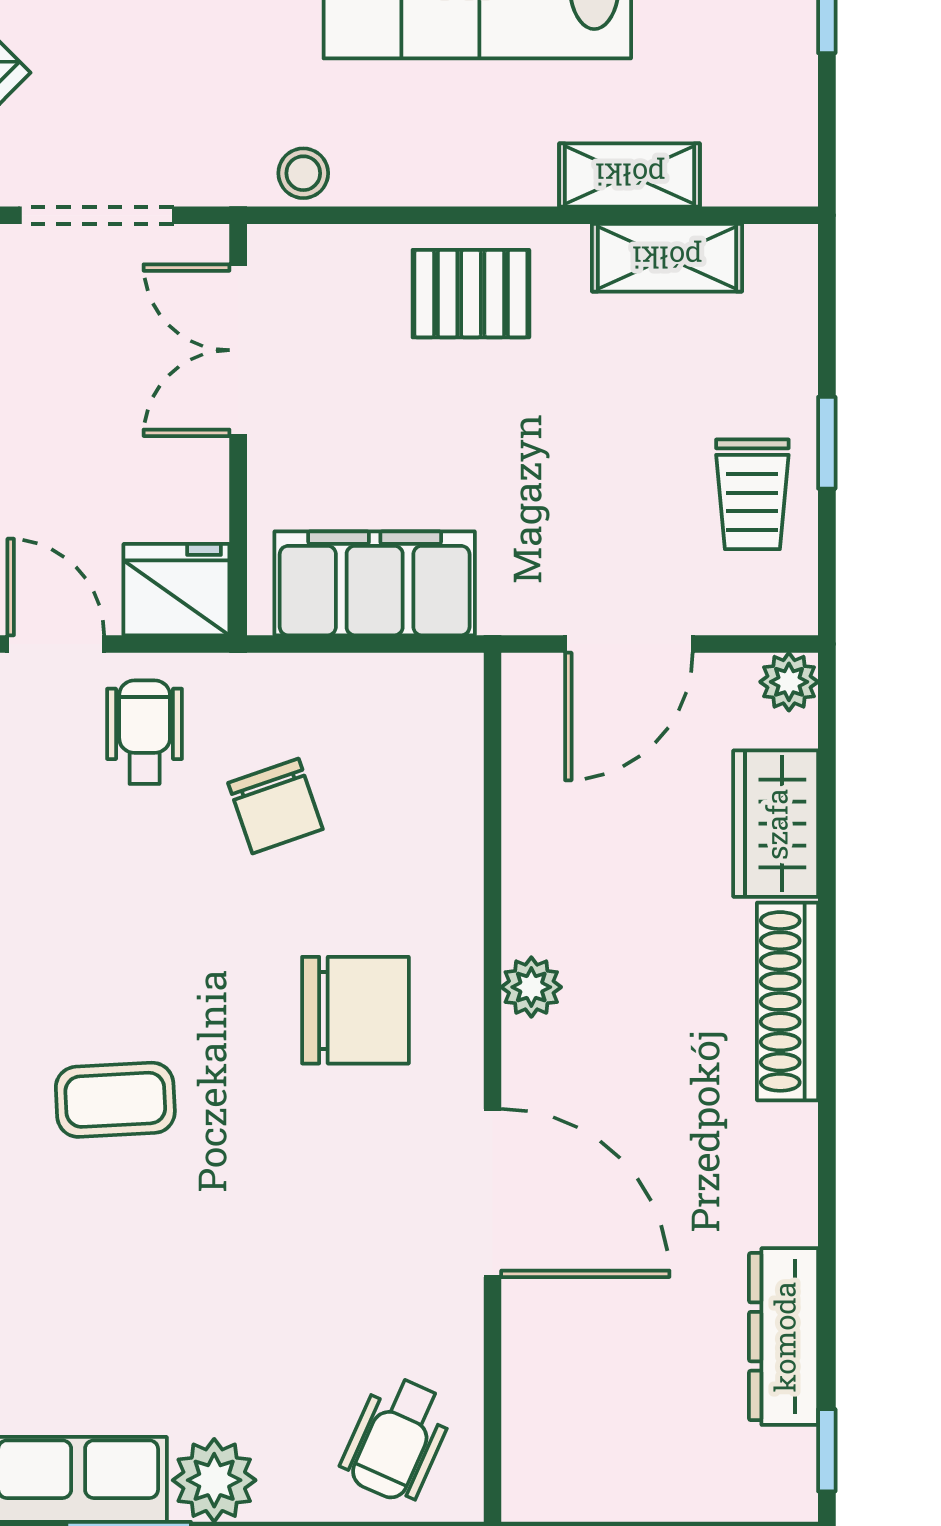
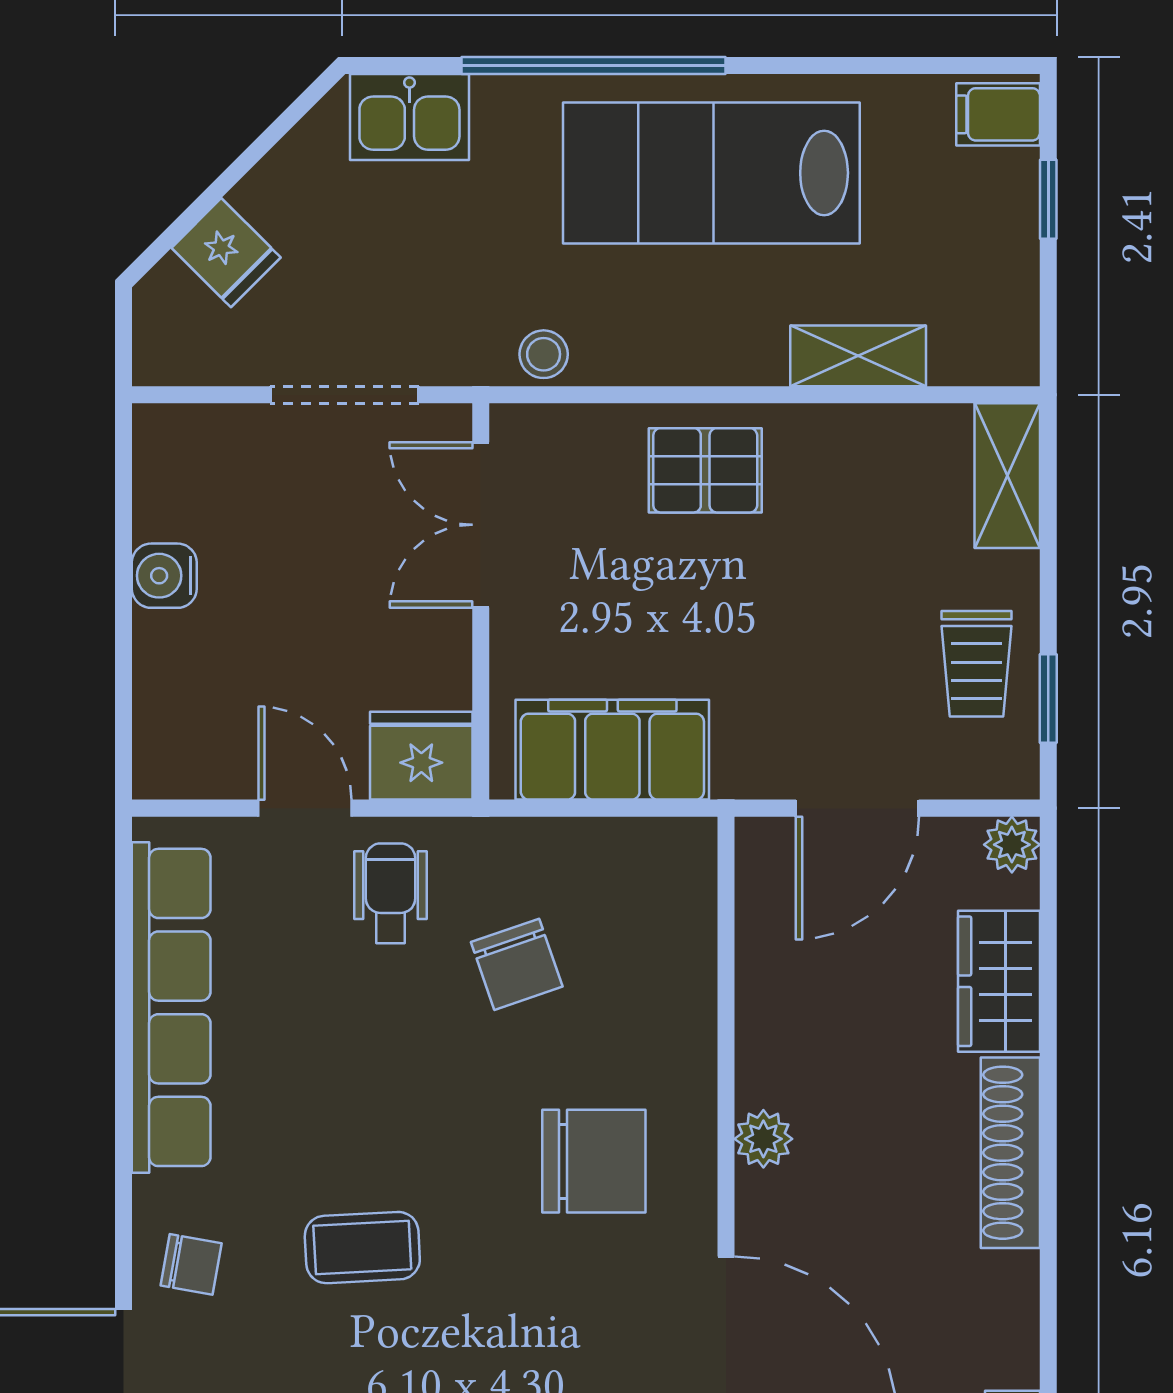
shelving: (667, 258) -> (1007, 476), moved, turned 90
window: (827, 443) -> (1048, 698), moved

